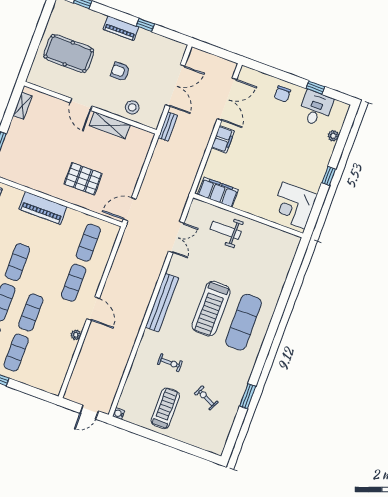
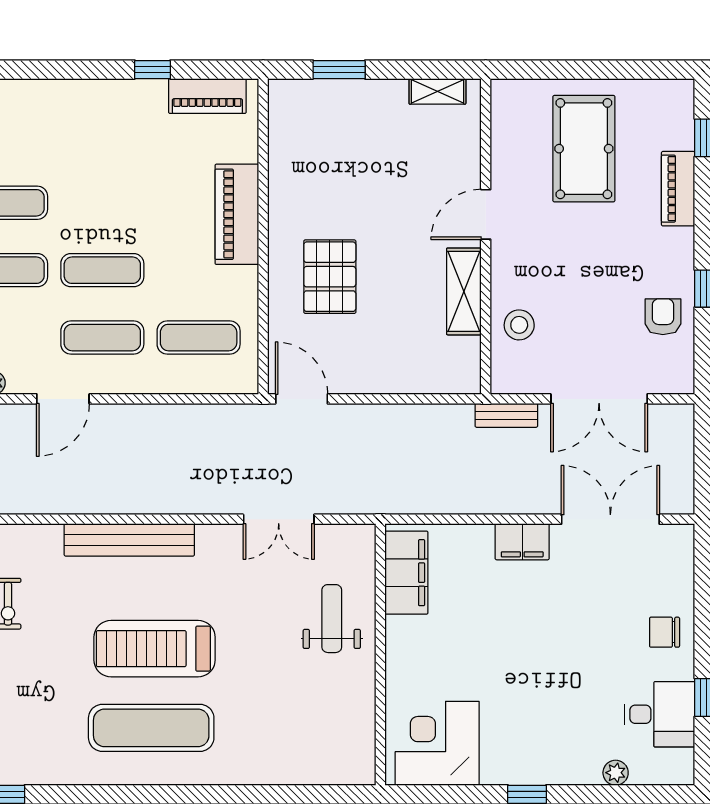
piano: (121, 28) -> (678, 189), moved
armchair: (120, 72) -> (663, 317), moved
double door: (227, 99) -> (610, 519), swing flipped
exercise mat: (18, 262) -> (102, 270), moved

